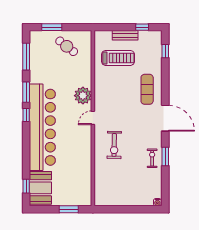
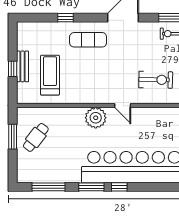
window: (52, 27) -> (13, 137), moved
window: (142, 27) -> (13, 69), moved
window: (165, 51) -> (65, 18), moved

